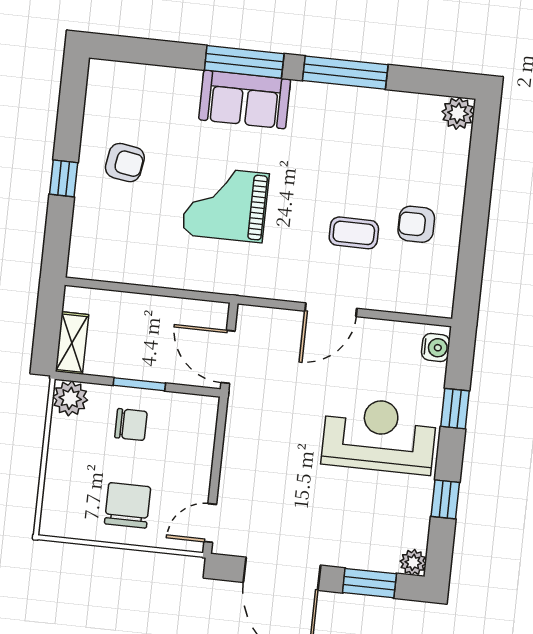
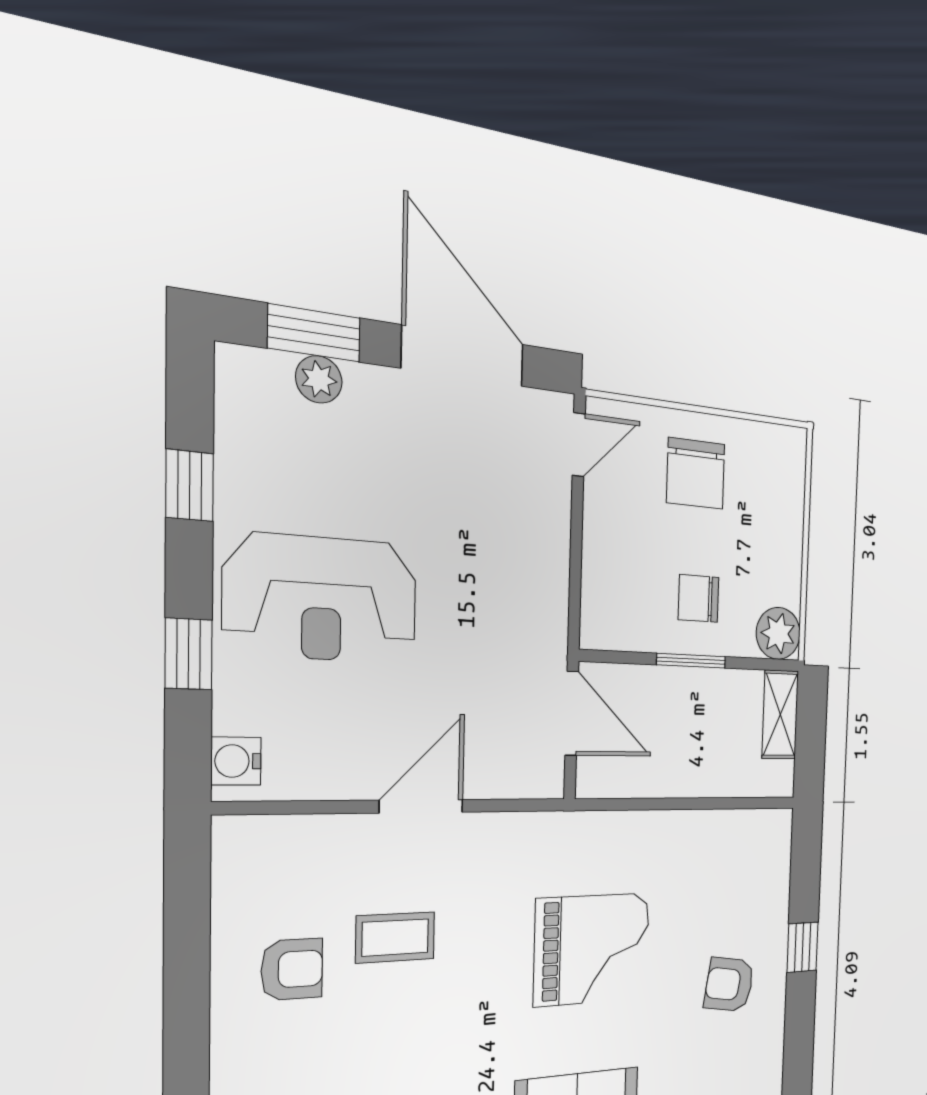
plant: (413, 562) -> (319, 379), moved

